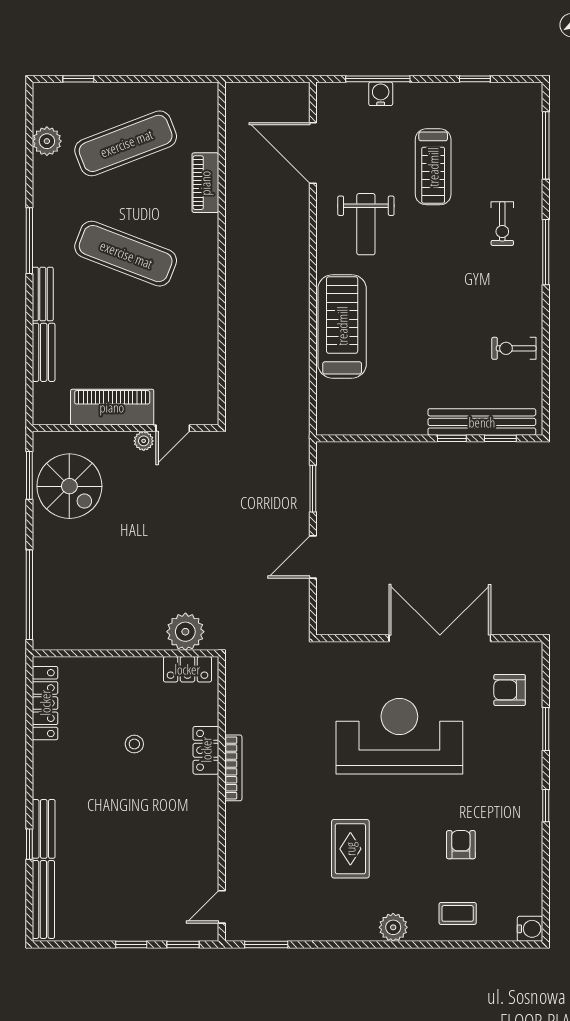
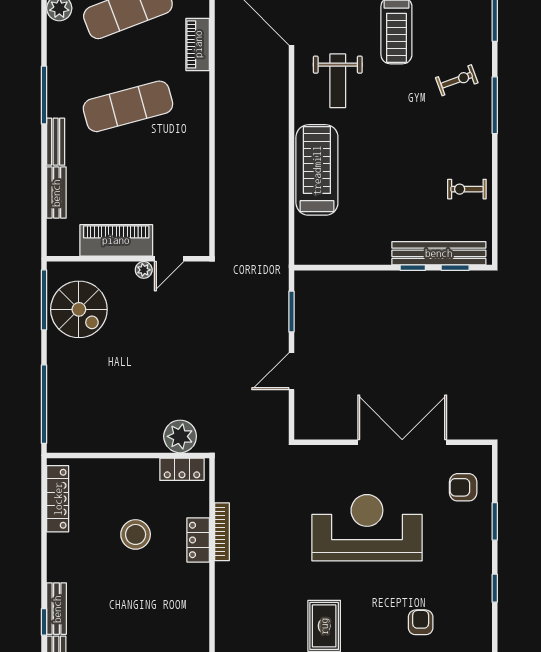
exercise bike: (502, 224) -> (457, 80), turned -110
exercise mat: (126, 254) -> (128, 106), turned -36
window: (29, 475) -> (44, 300), width x1.44
stool: (134, 744) -> (136, 534), width x1.89, depth x1.89
bookcase: (233, 768) -> (222, 532), moved

